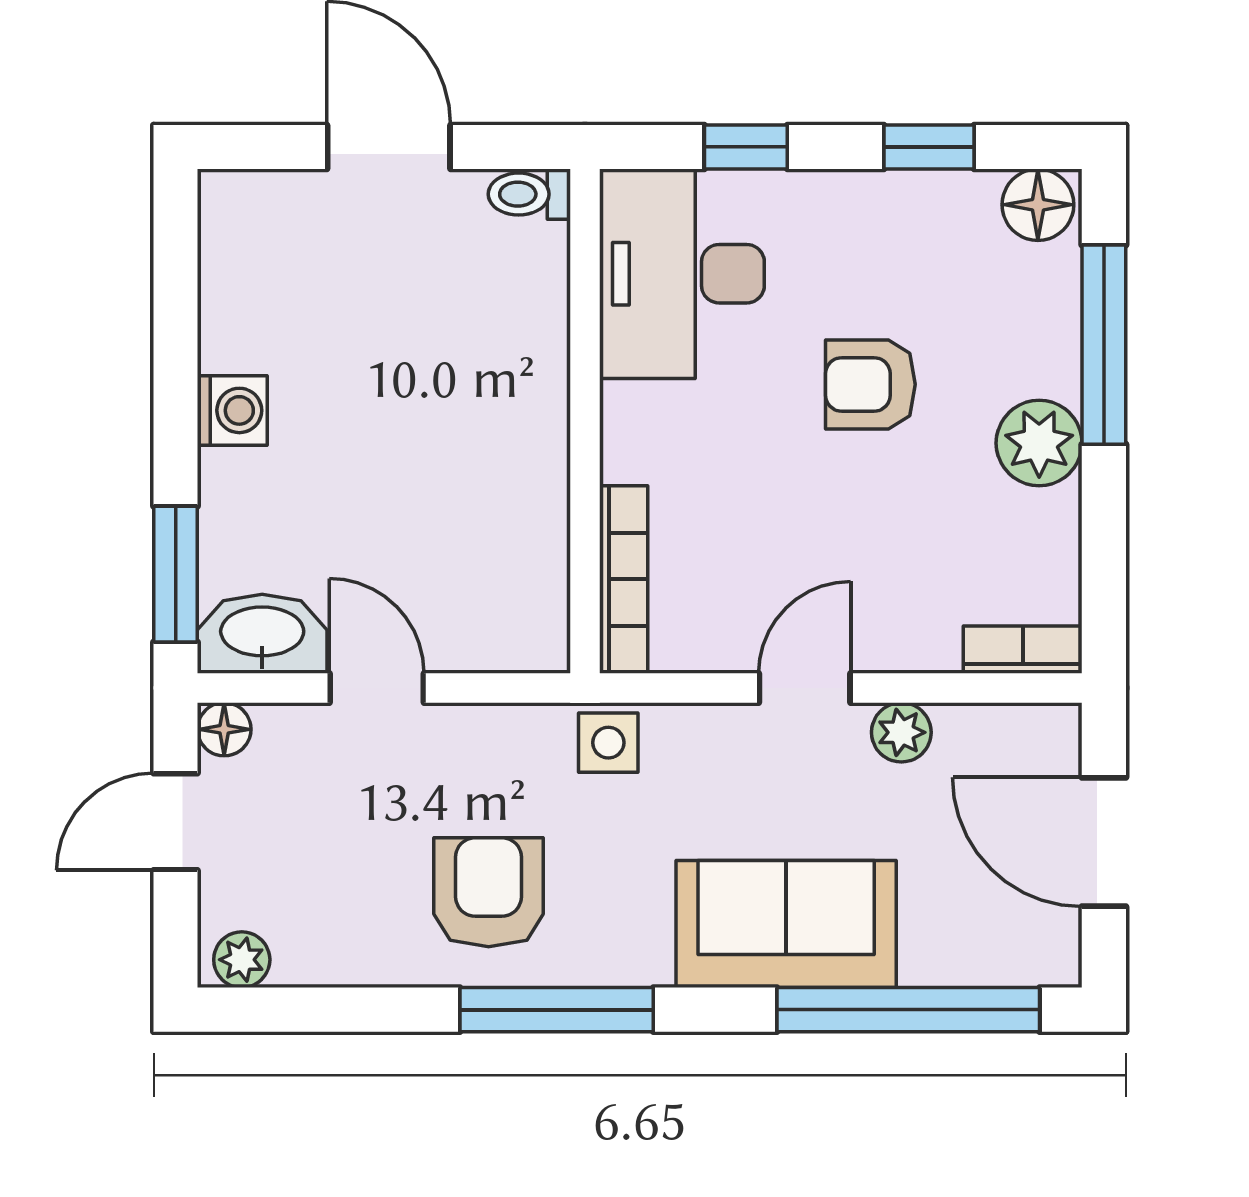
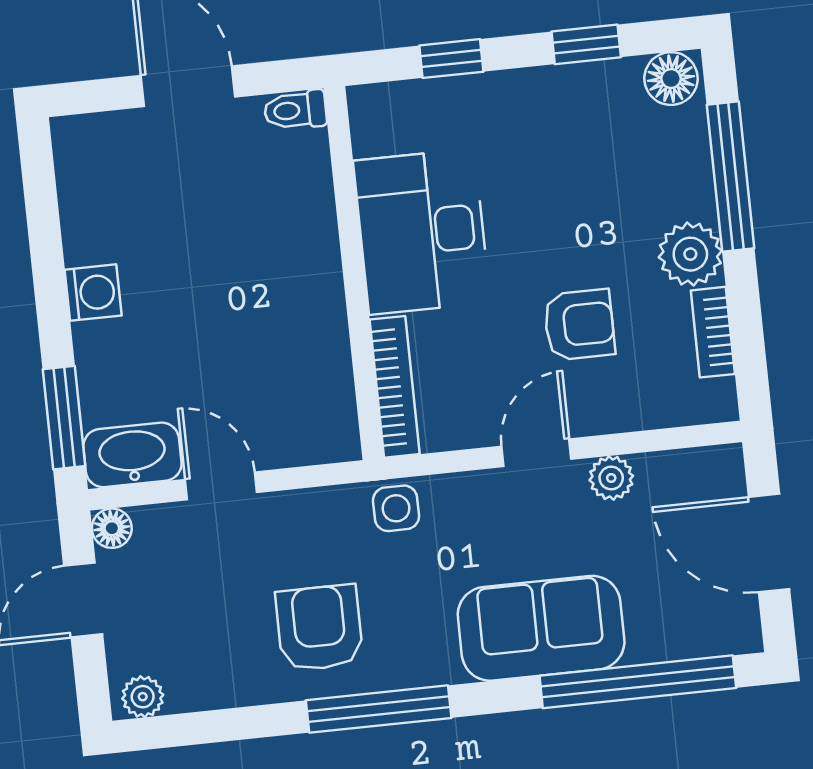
desk: (682, 274) -> (422, 232), moved
armchair: (870, 384) -> (579, 325), moved, turned 180
bookcase: (1023, 650) -> (713, 332), moved, turned -90

